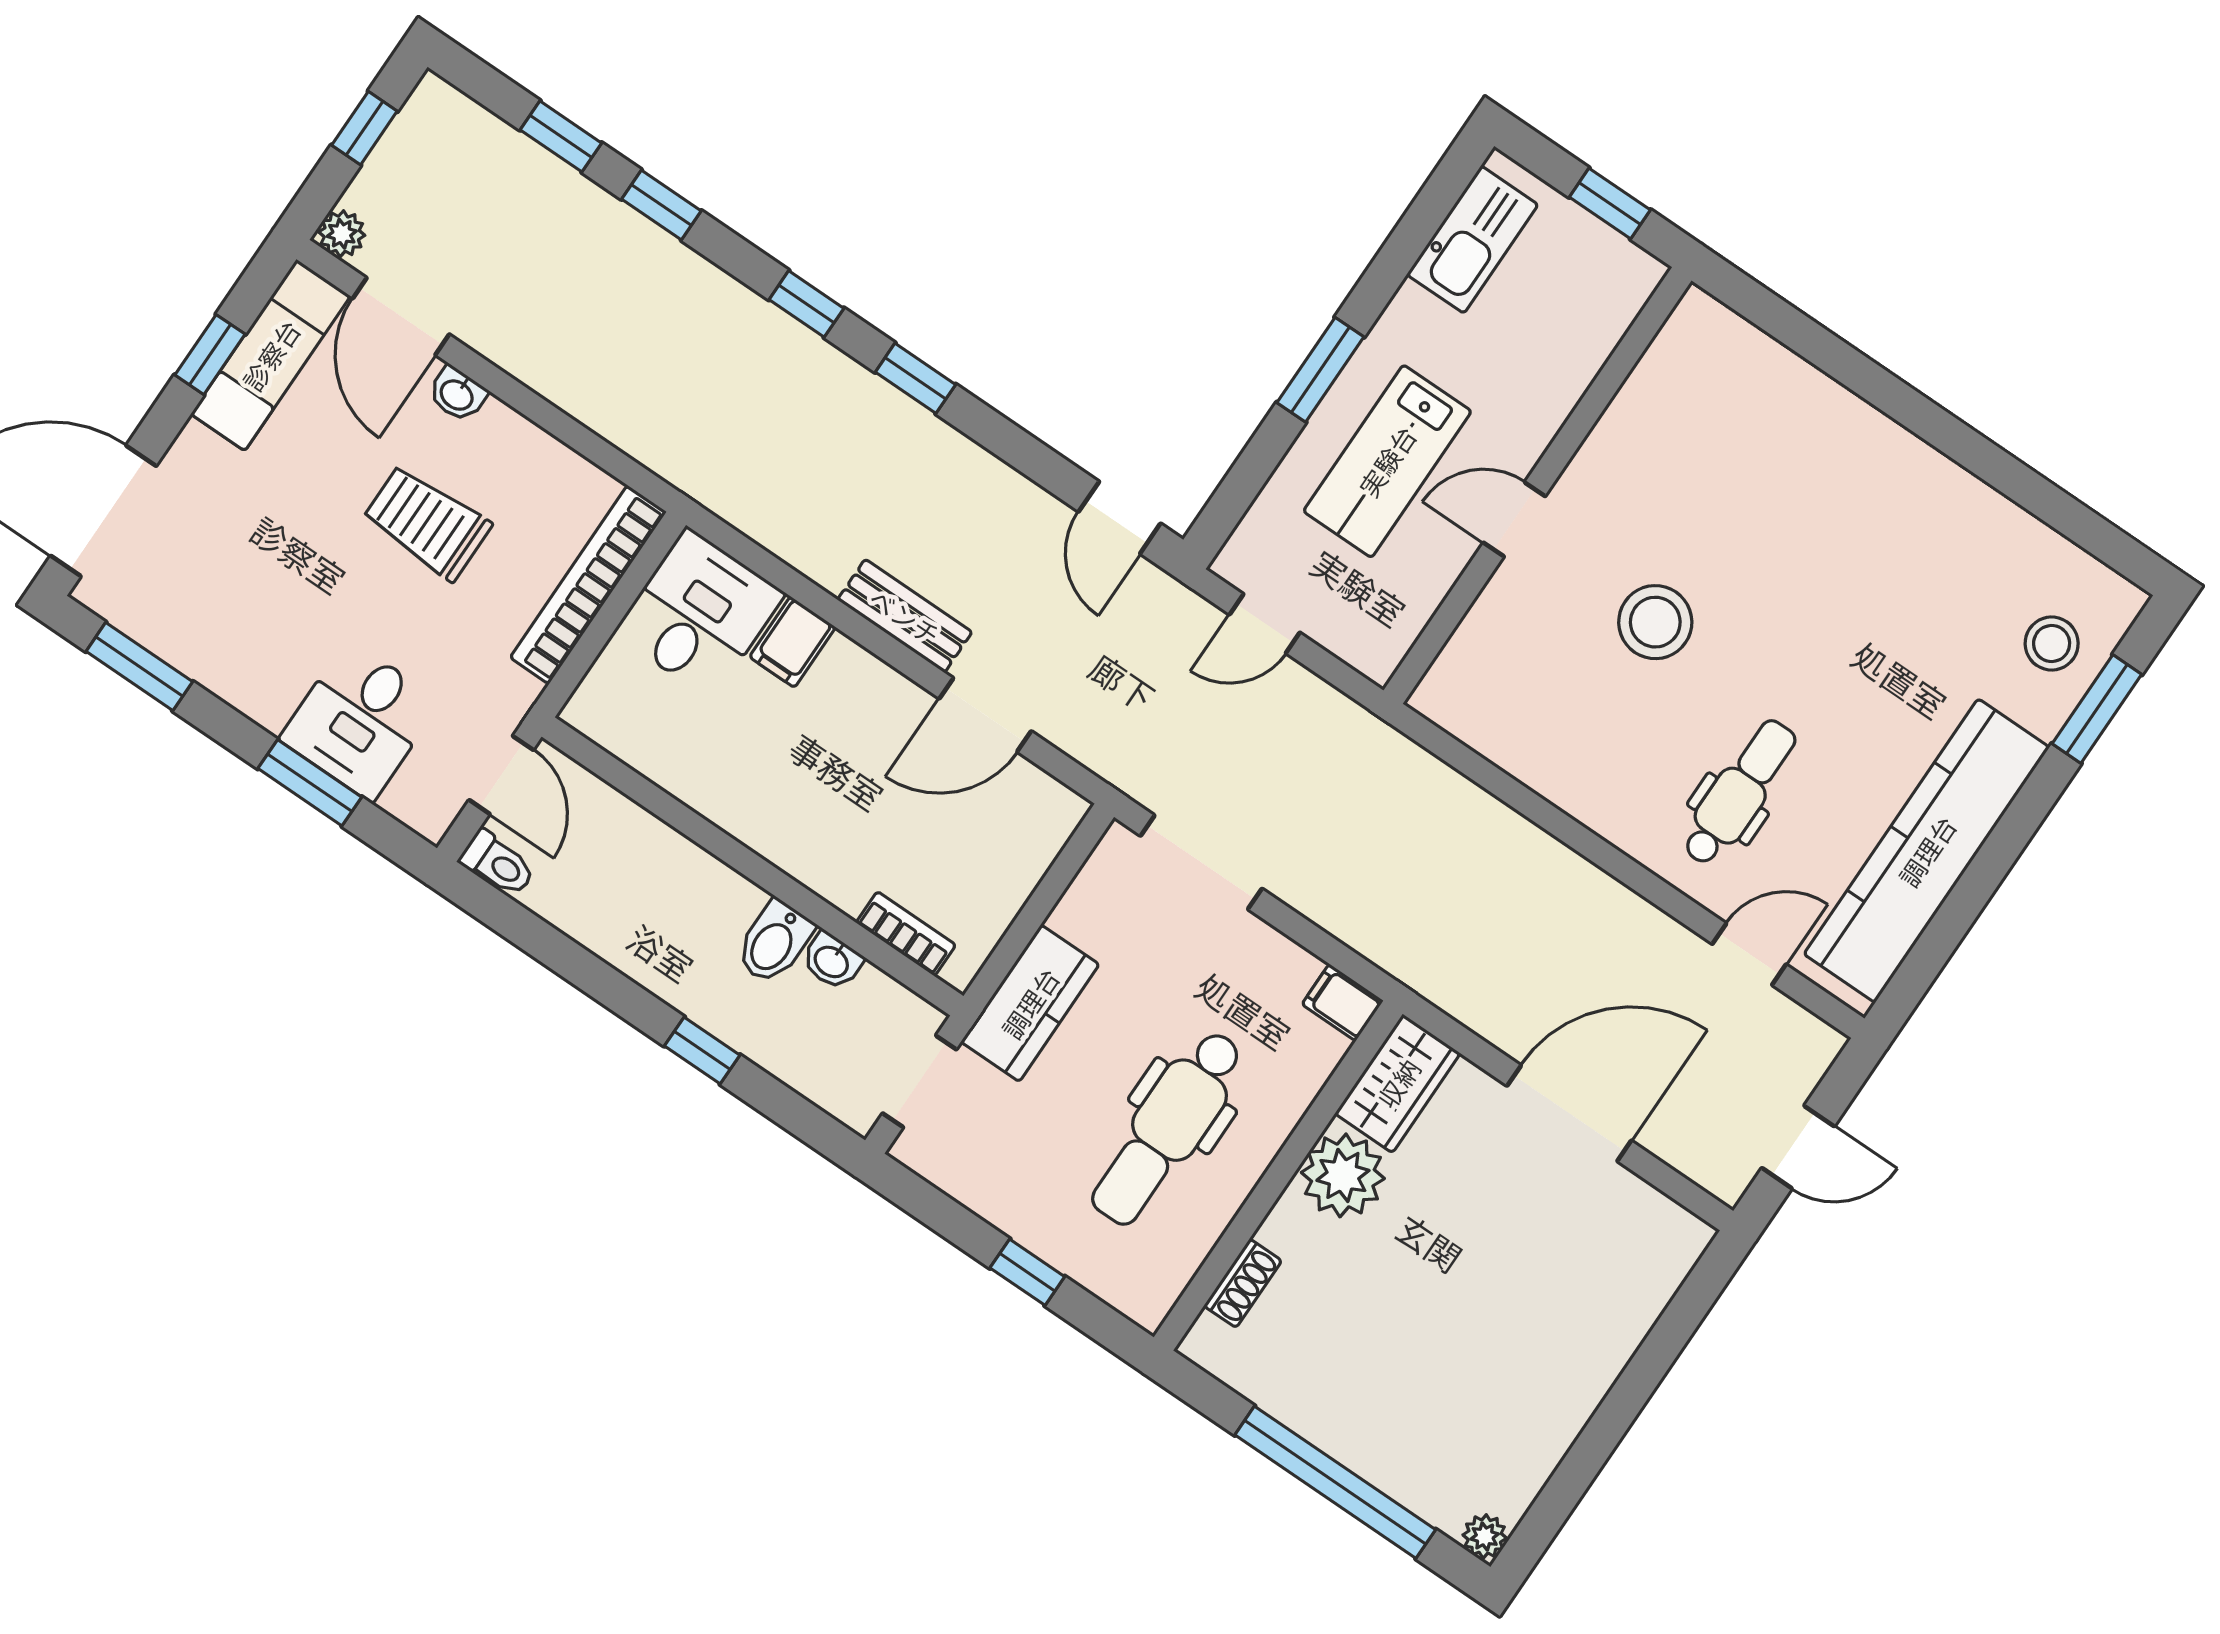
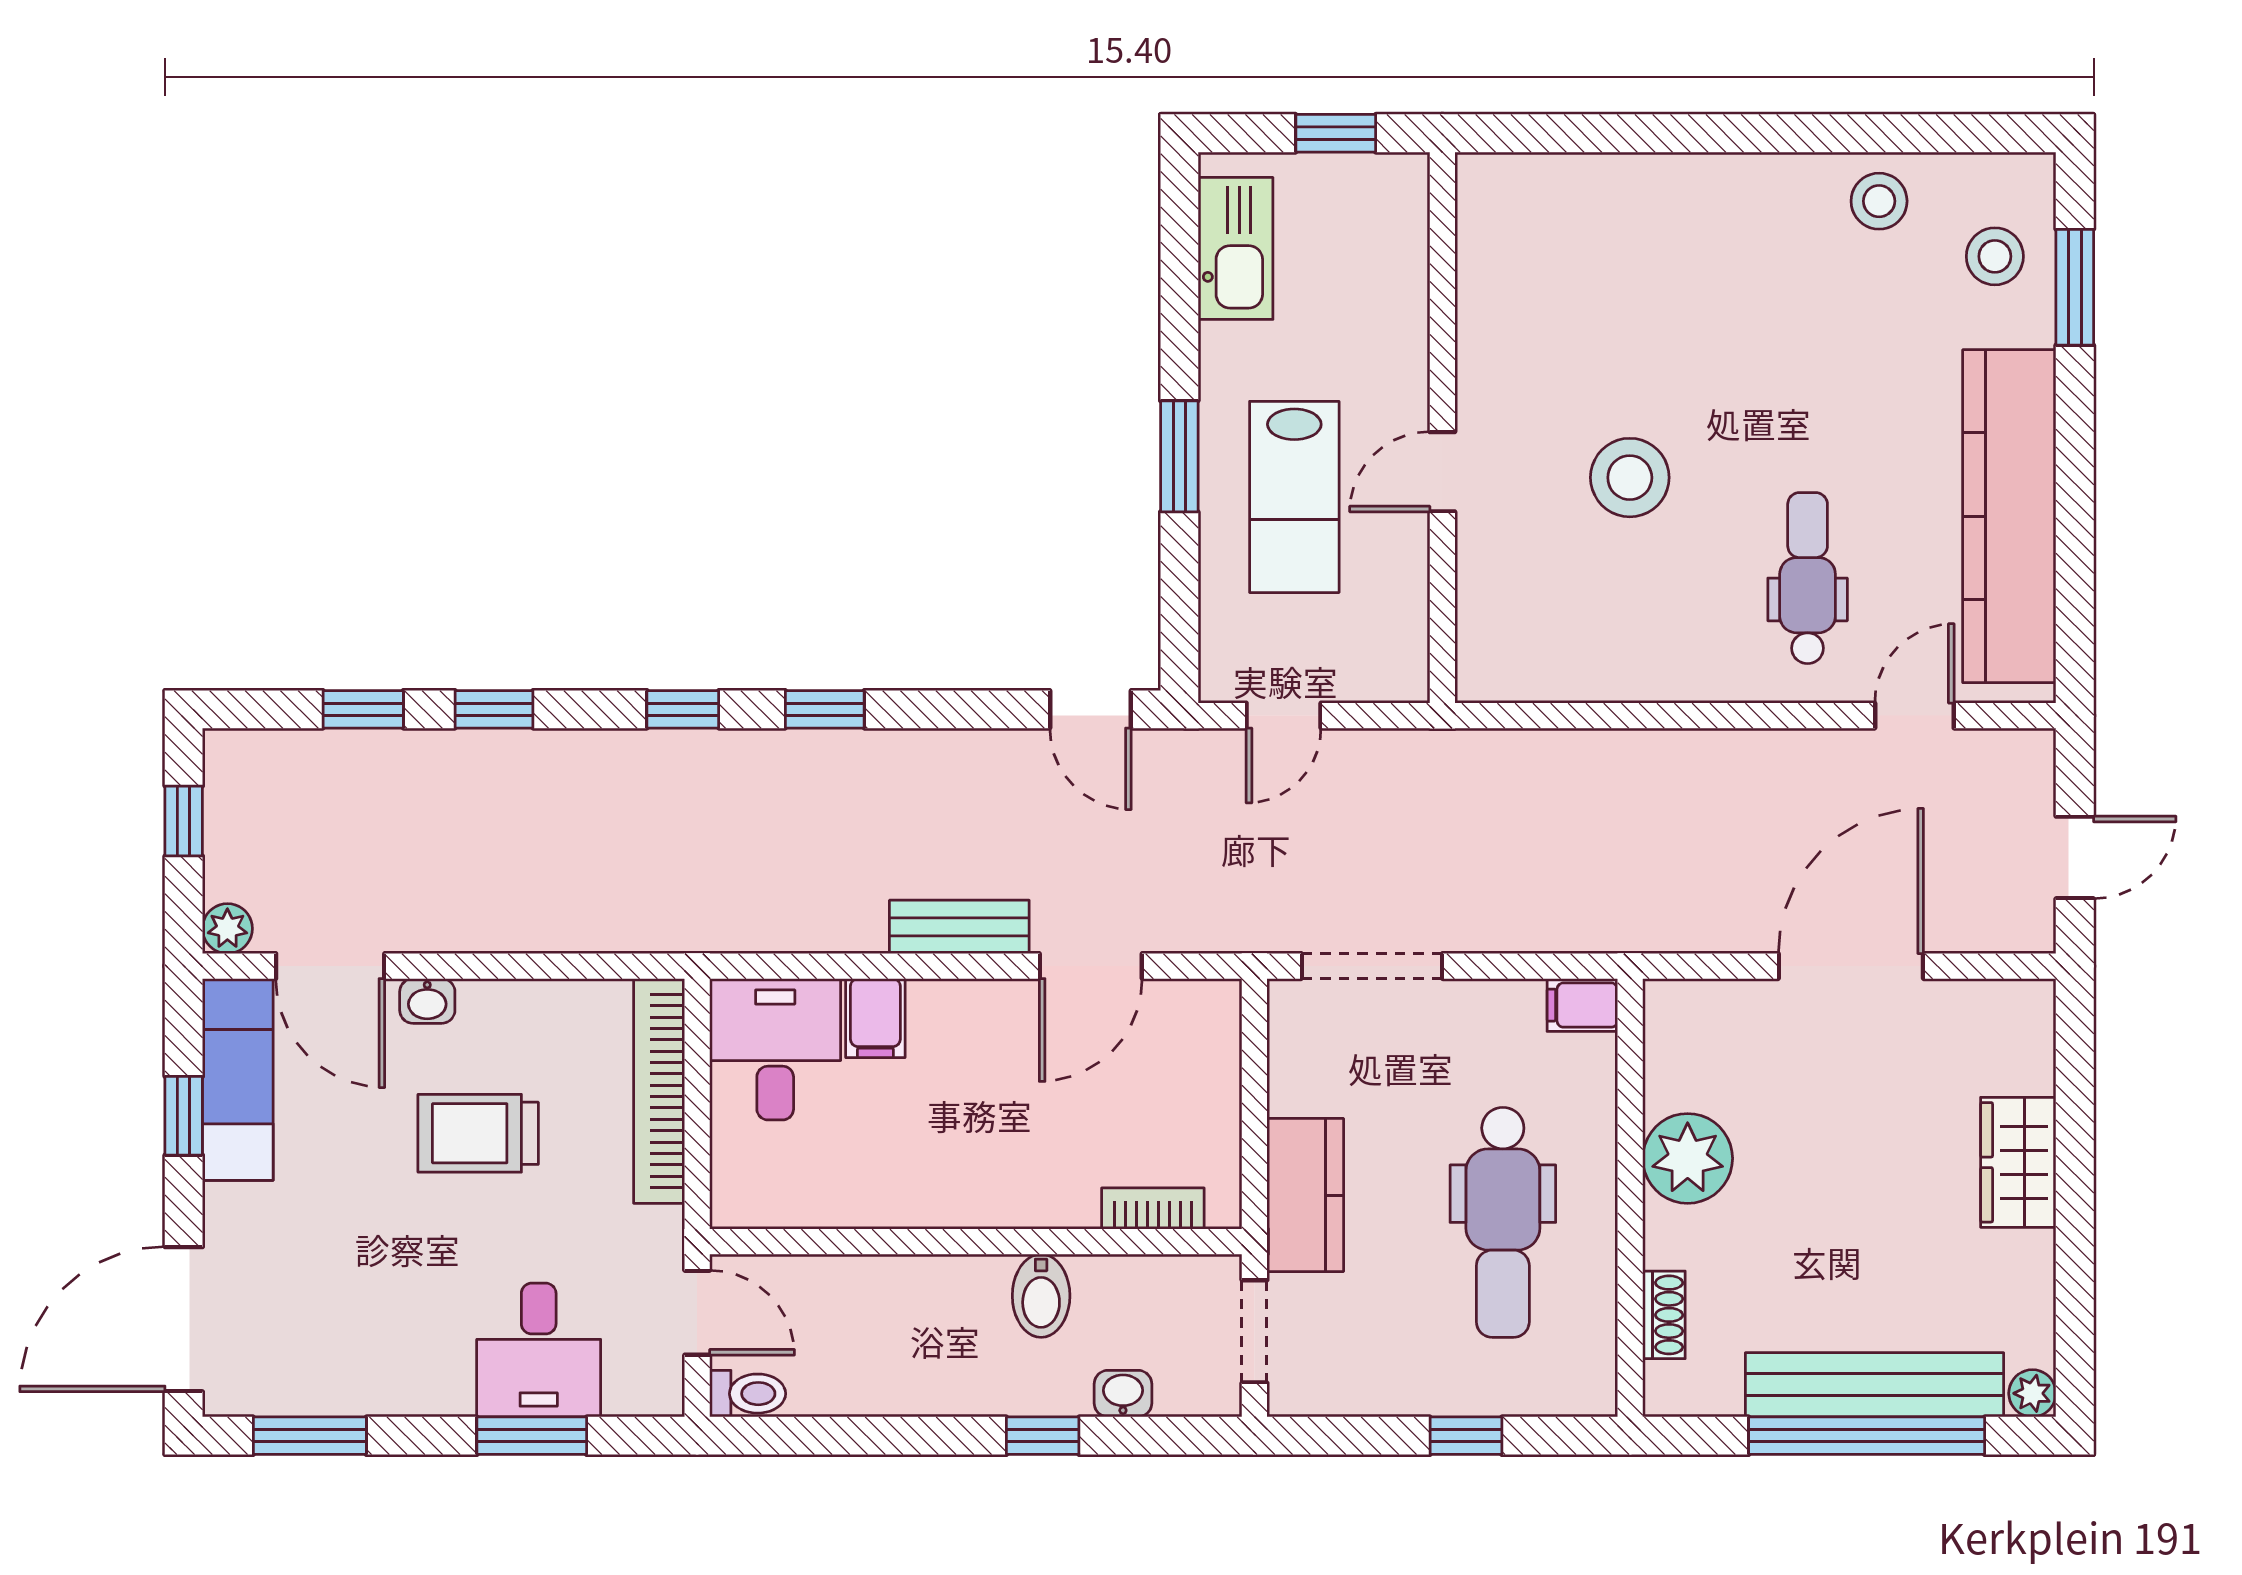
stool: (1992, 540) -> (1879, 201), added
washbasin: (832, 961) -> (1123, 1394), moved, turned 180
wardrobe: (1398, 1083) -> (2018, 1162), moved, turned 180
bench: (1368, 1447) -> (1875, 1385), added

